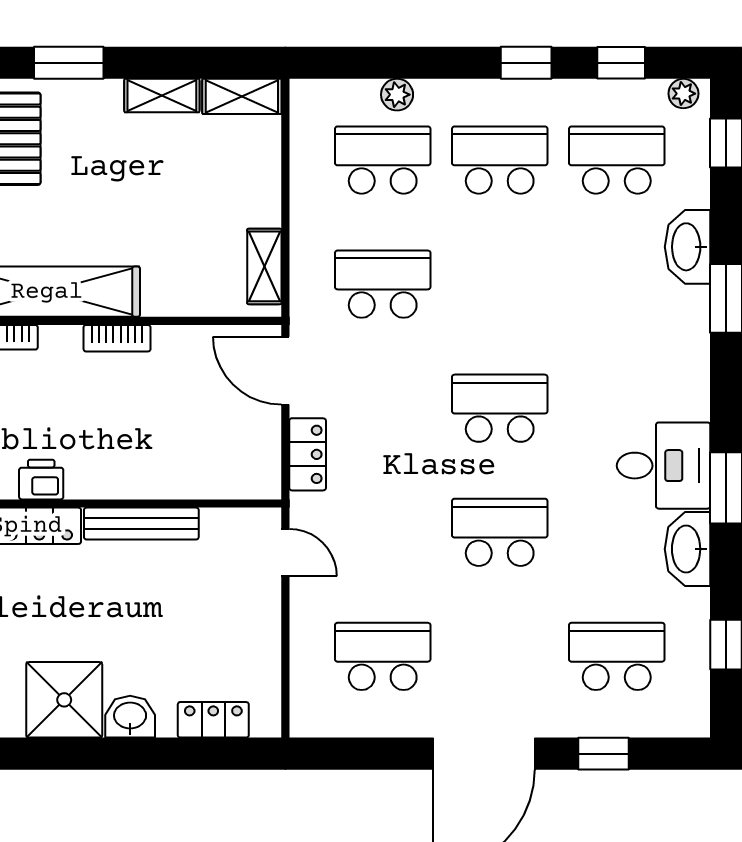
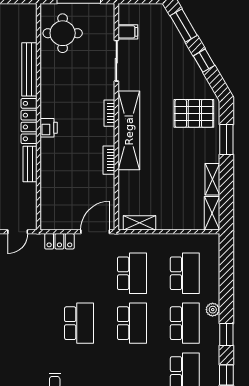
plant: (397, 95) -> (213, 310), moved
bench: (141, 524) -> (30, 164), width x0.73
school desk: (500, 532) -> (132, 323), moved

